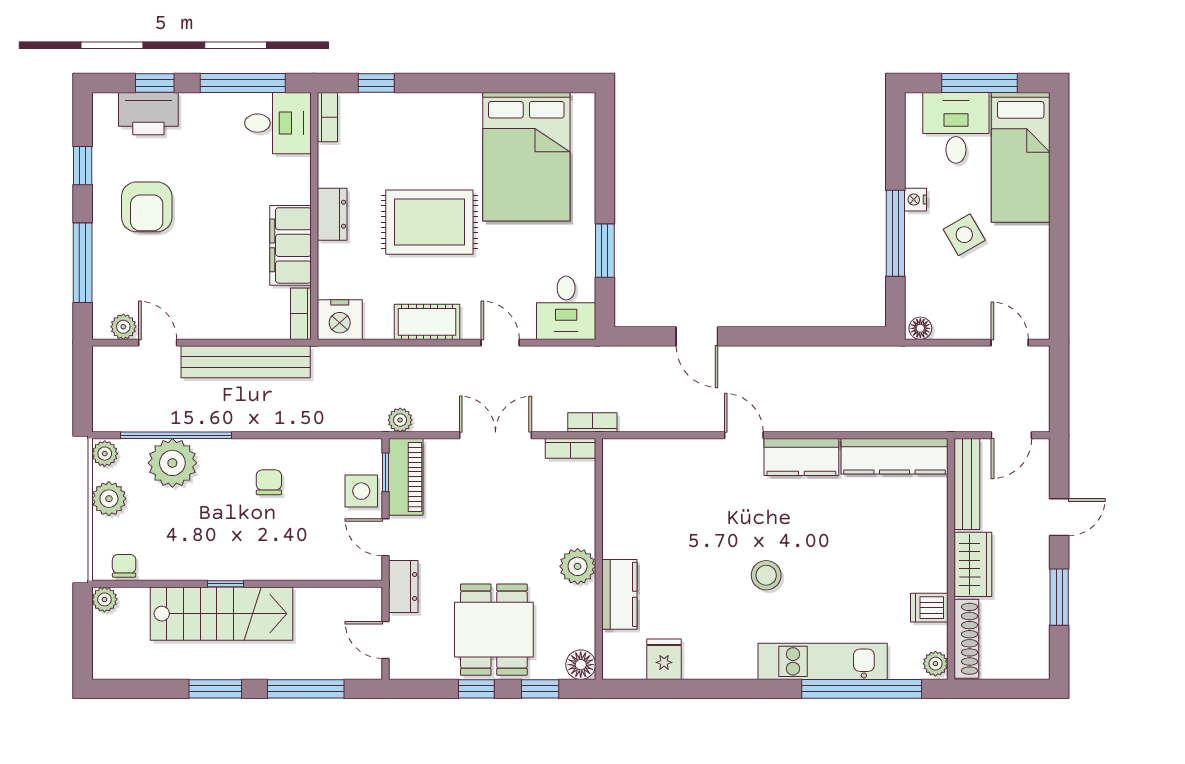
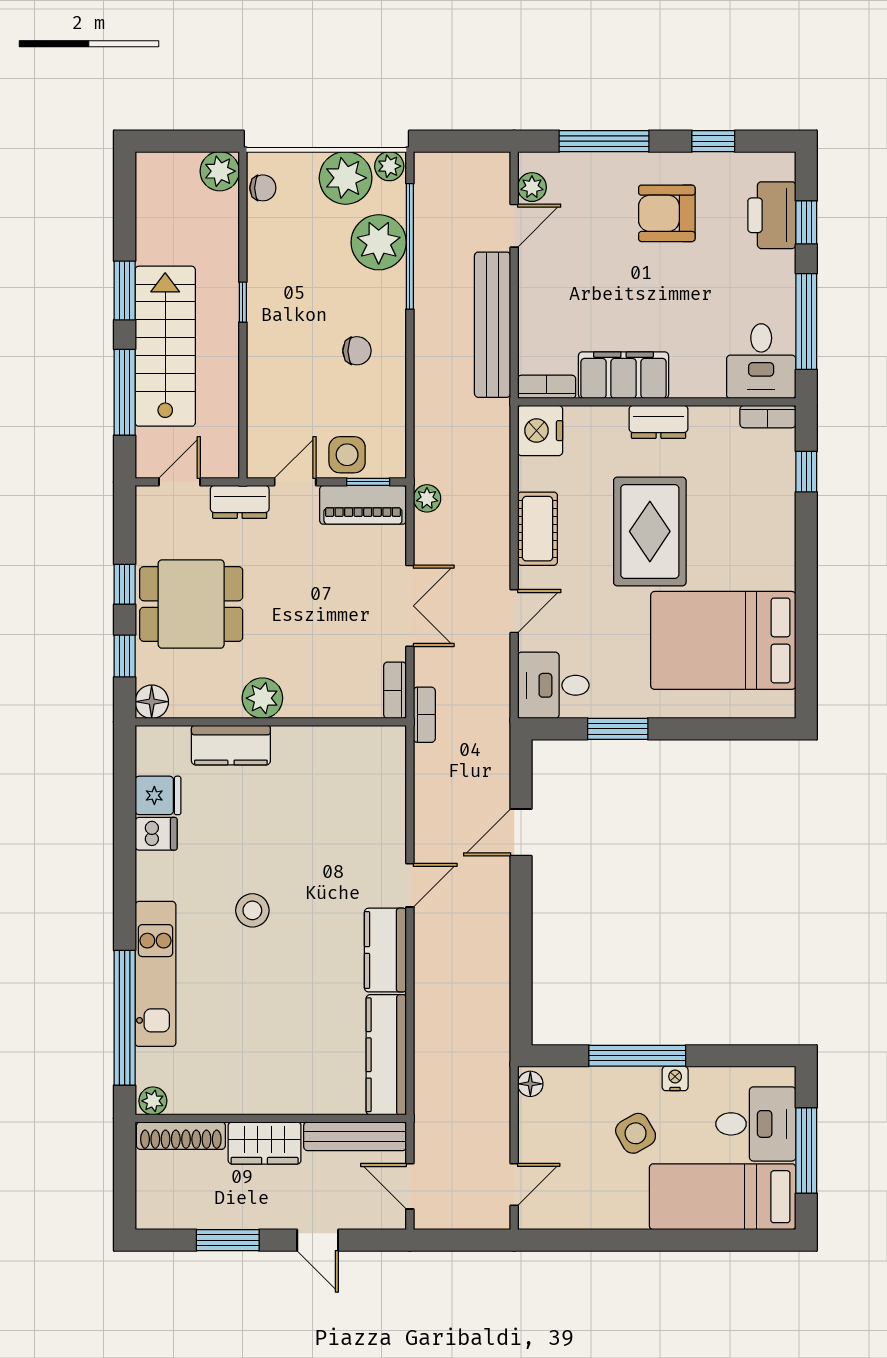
plant: (109, 499) -> (346, 178), width x1.36, depth x1.36
plant: (104, 599) -> (220, 171), width x1.38, depth x1.38
dishwasher: (929, 608) -> (156, 834), moved, turned 90
stairs: (221, 614) -> (165, 346), moved, turned 180

